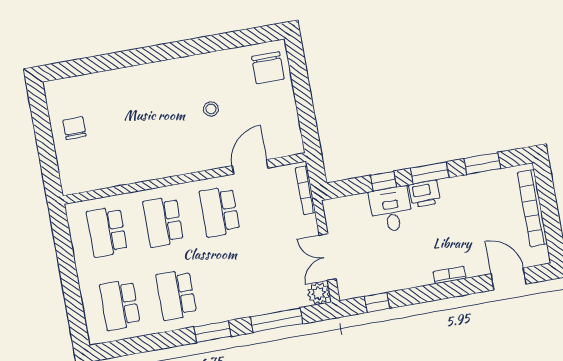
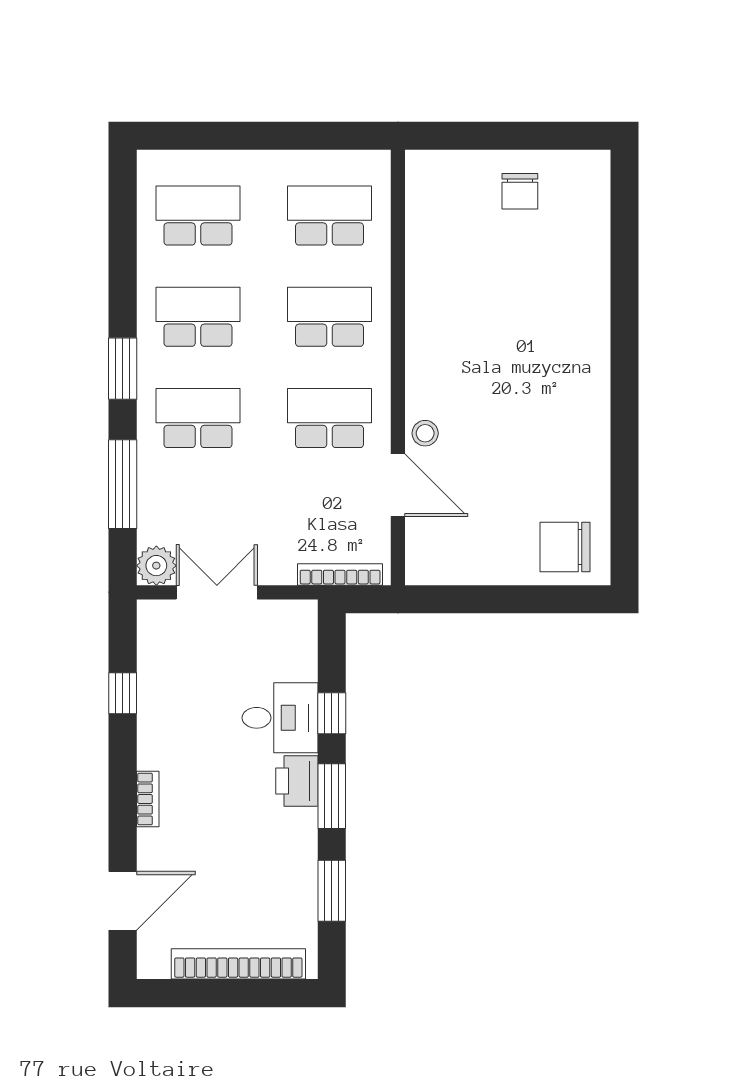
stool: (211, 109) -> (425, 433), moved
chair: (74, 128) -> (520, 191), turned 90
school desk: (233, 285) -> (198, 418), added
window: (377, 302) -> (123, 693), moved

